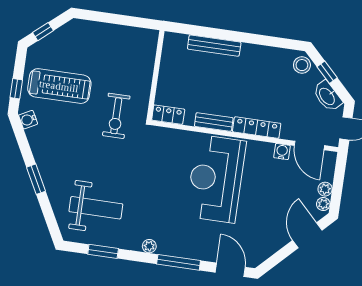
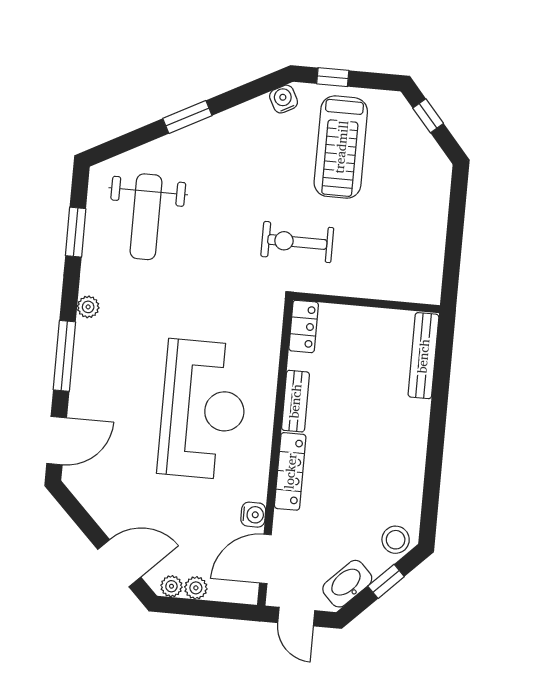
bench: (214, 46) -> (423, 356), moved
reception desk: (216, 179) -> (203, 409), turned 90

